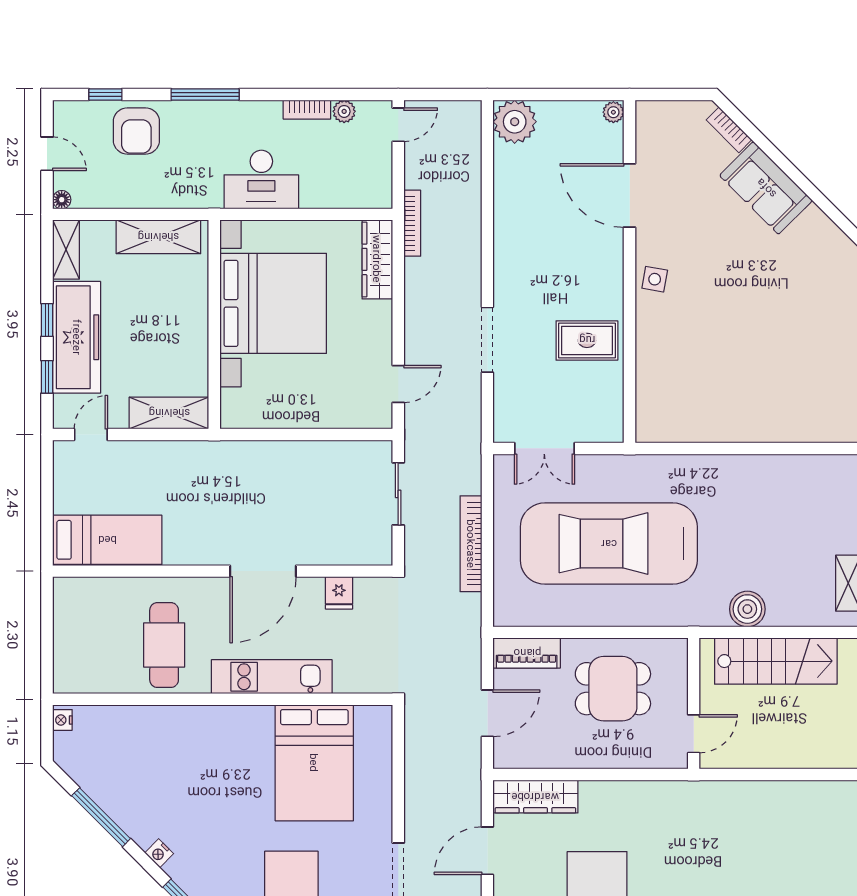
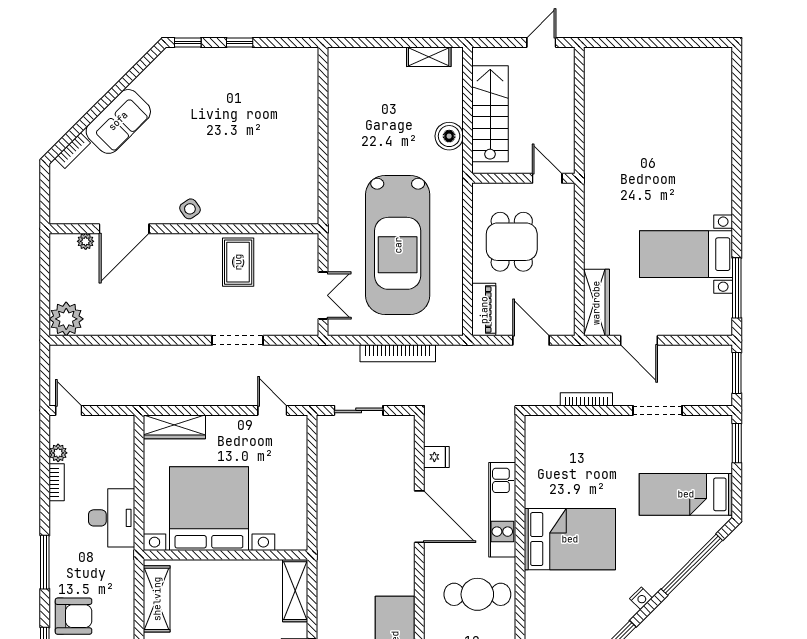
plant: (613, 112) -> (86, 241), moved
bookcase: (412, 223) -> (586, 399), moved
side table: (655, 279) -> (190, 209), turned 45
bed: (314, 763) -> (570, 539), moved

